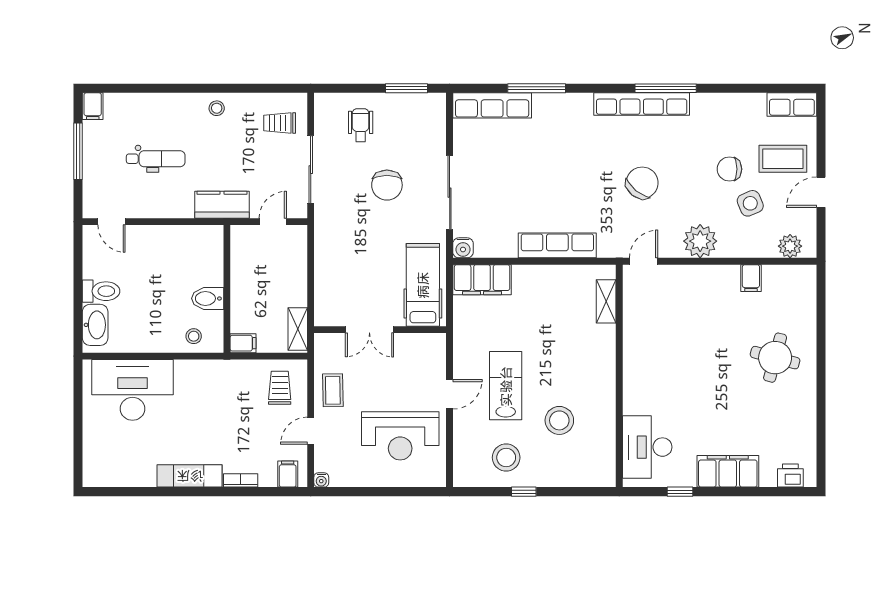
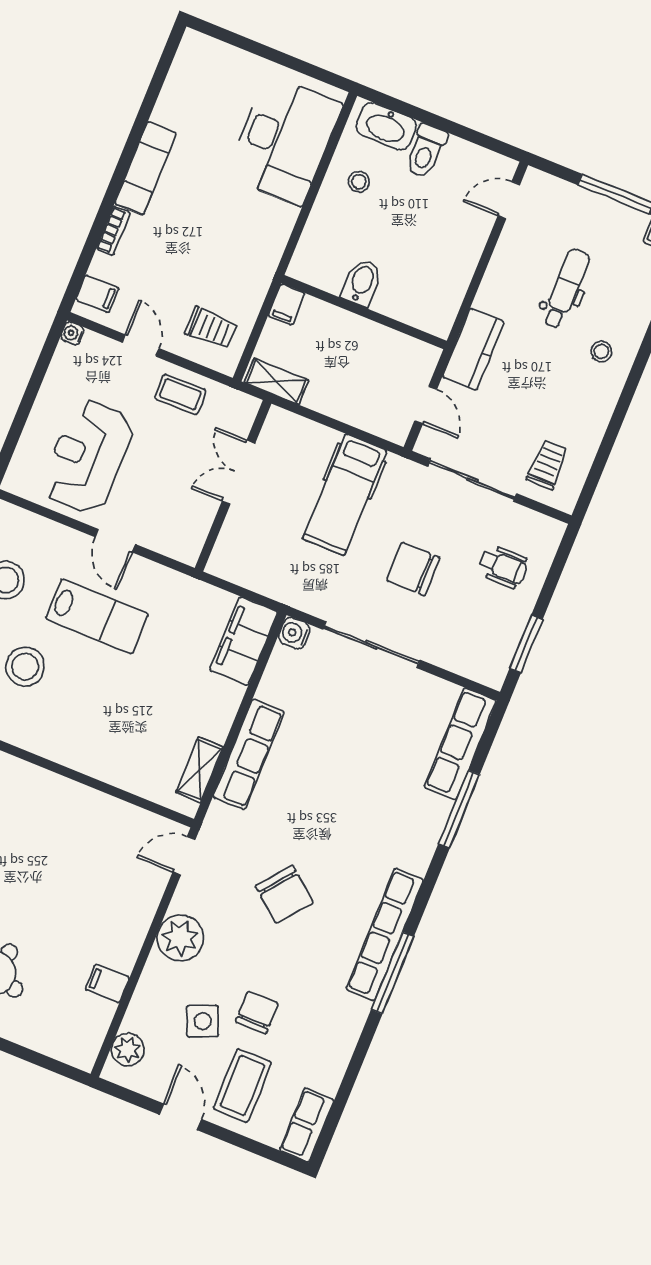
stool: (217, 108) -> (601, 351), moved
dental chair: (156, 159) -> (566, 289), turned 180
door: (644, 261) -> (184, 856), swing flipped
hospital bed: (423, 285) -> (345, 495), moved, turned 90
shelving: (606, 301) -> (199, 770), moved, turned 90
stool: (194, 336) -> (359, 182), moved

